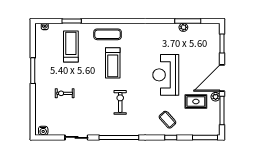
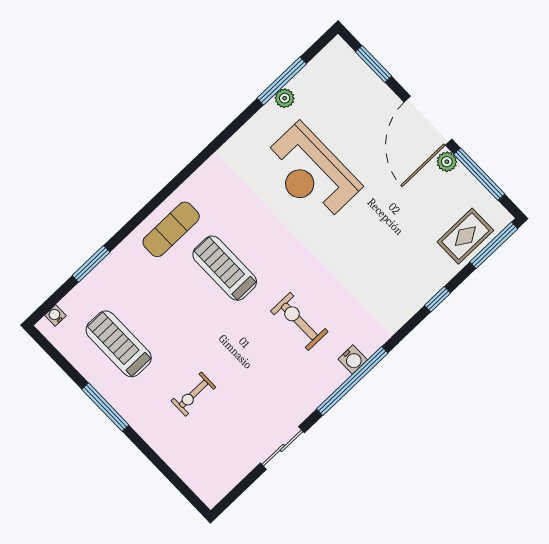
treadmill: (71, 47) -> (119, 344), moved
treadmill: (113, 63) -> (225, 268), turned 180
reception desk: (166, 75) -> (311, 173), moved
rug: (196, 101) -> (465, 236), moved
coffee table: (167, 120) -> (404, 275), removed
water cooler: (43, 131) -> (353, 359), moved

